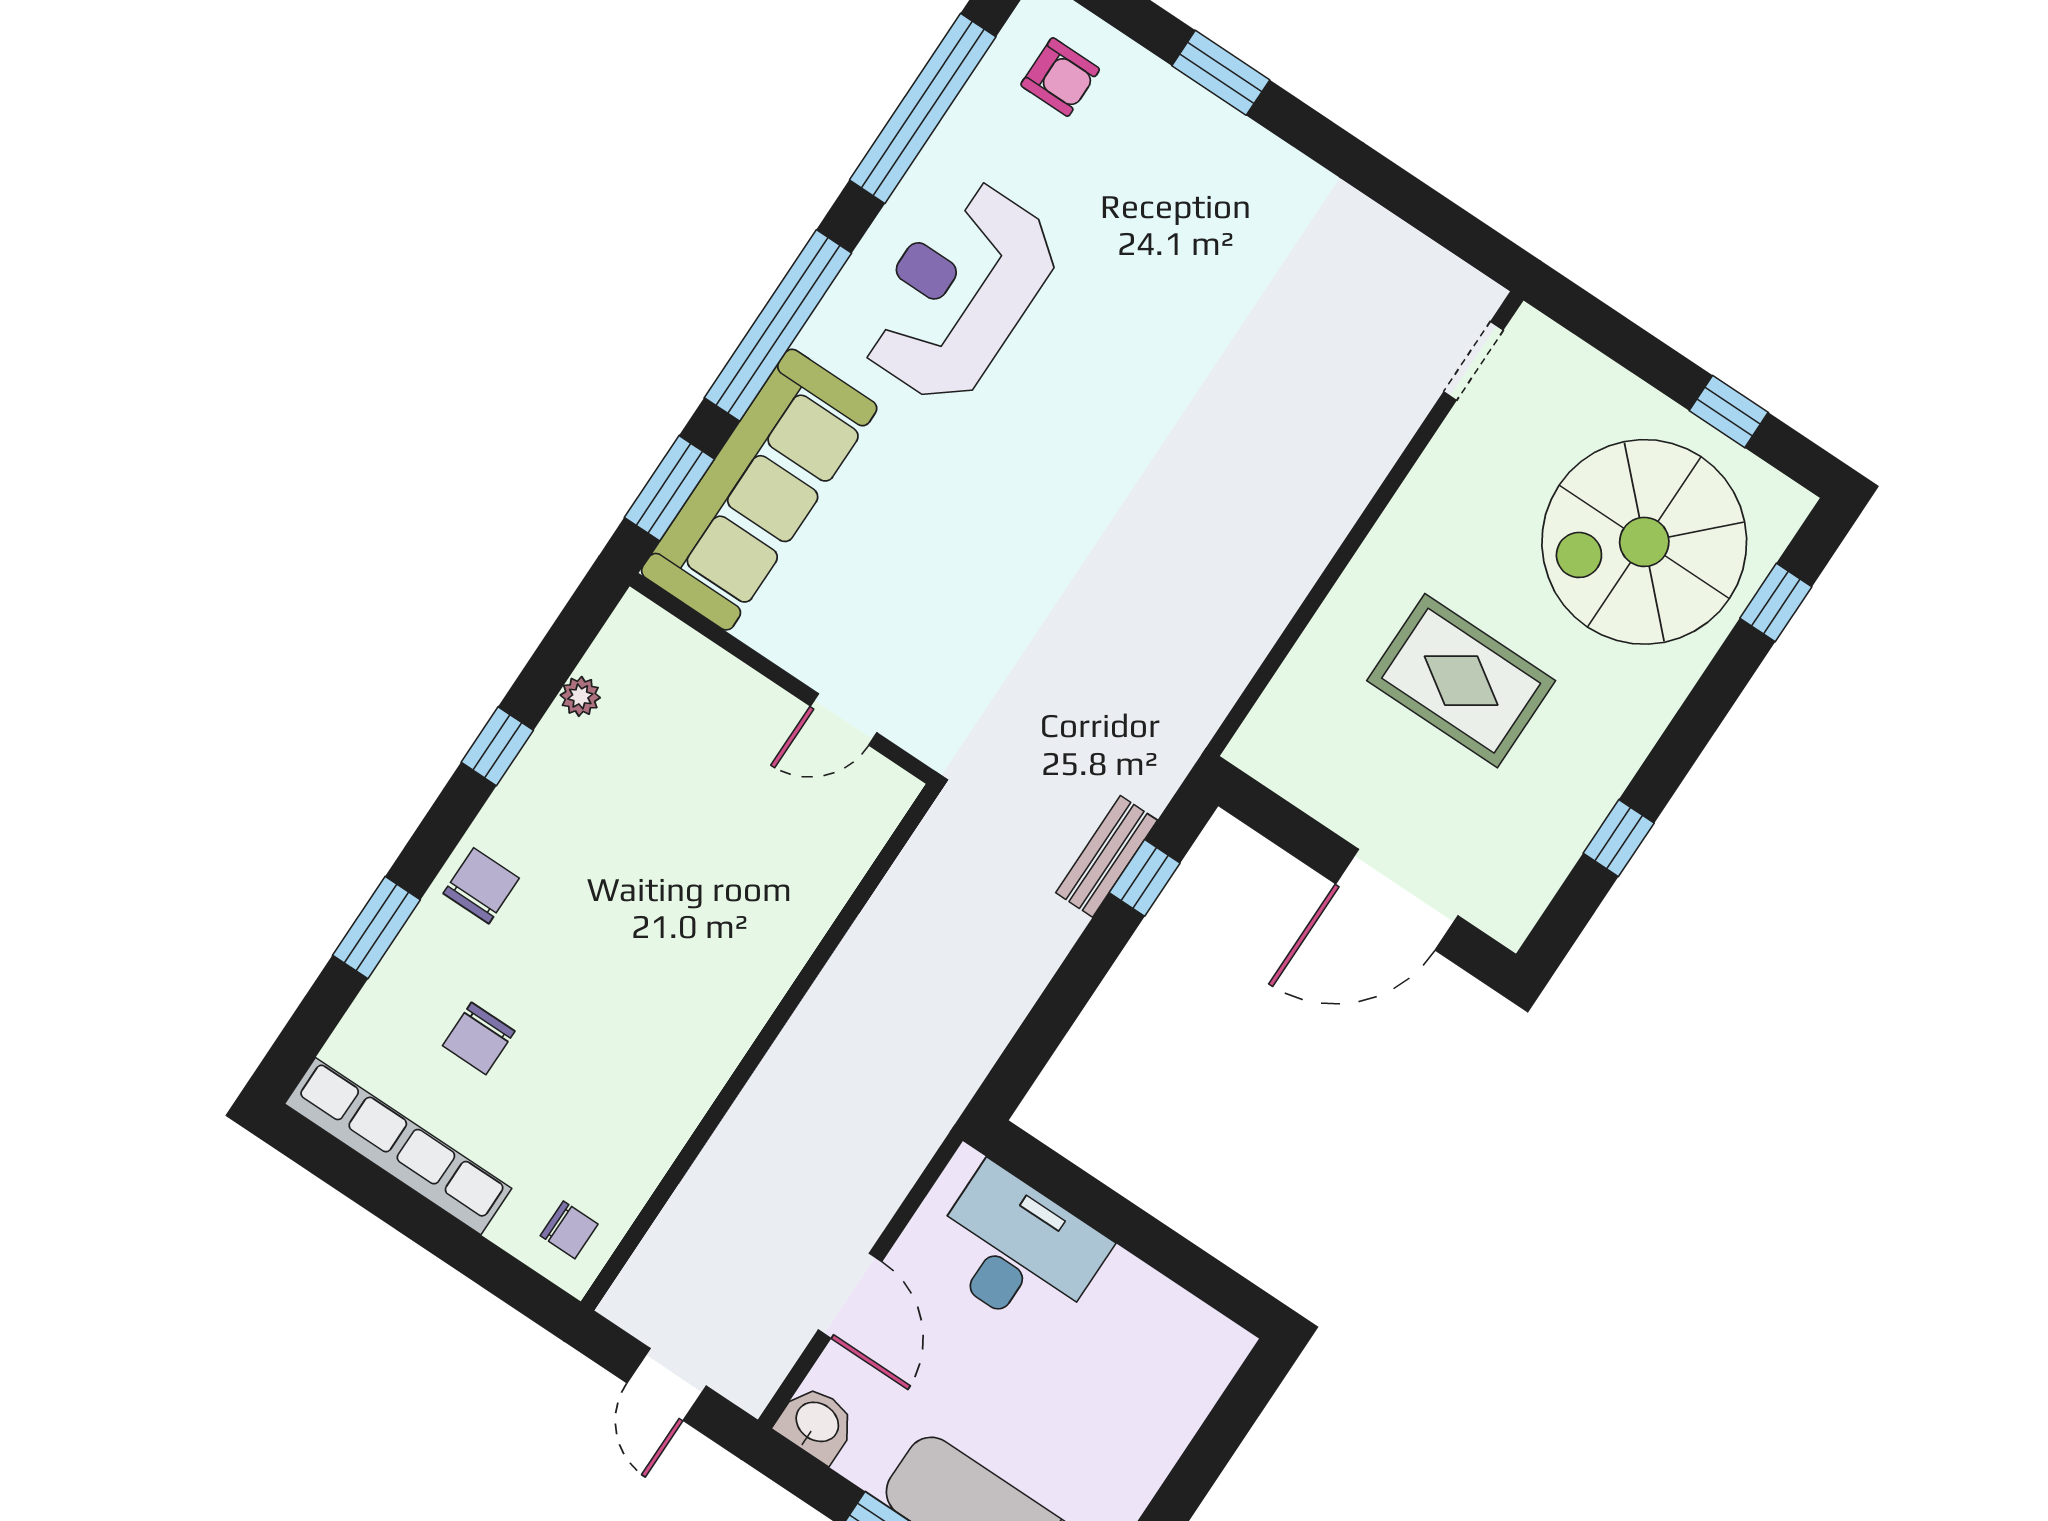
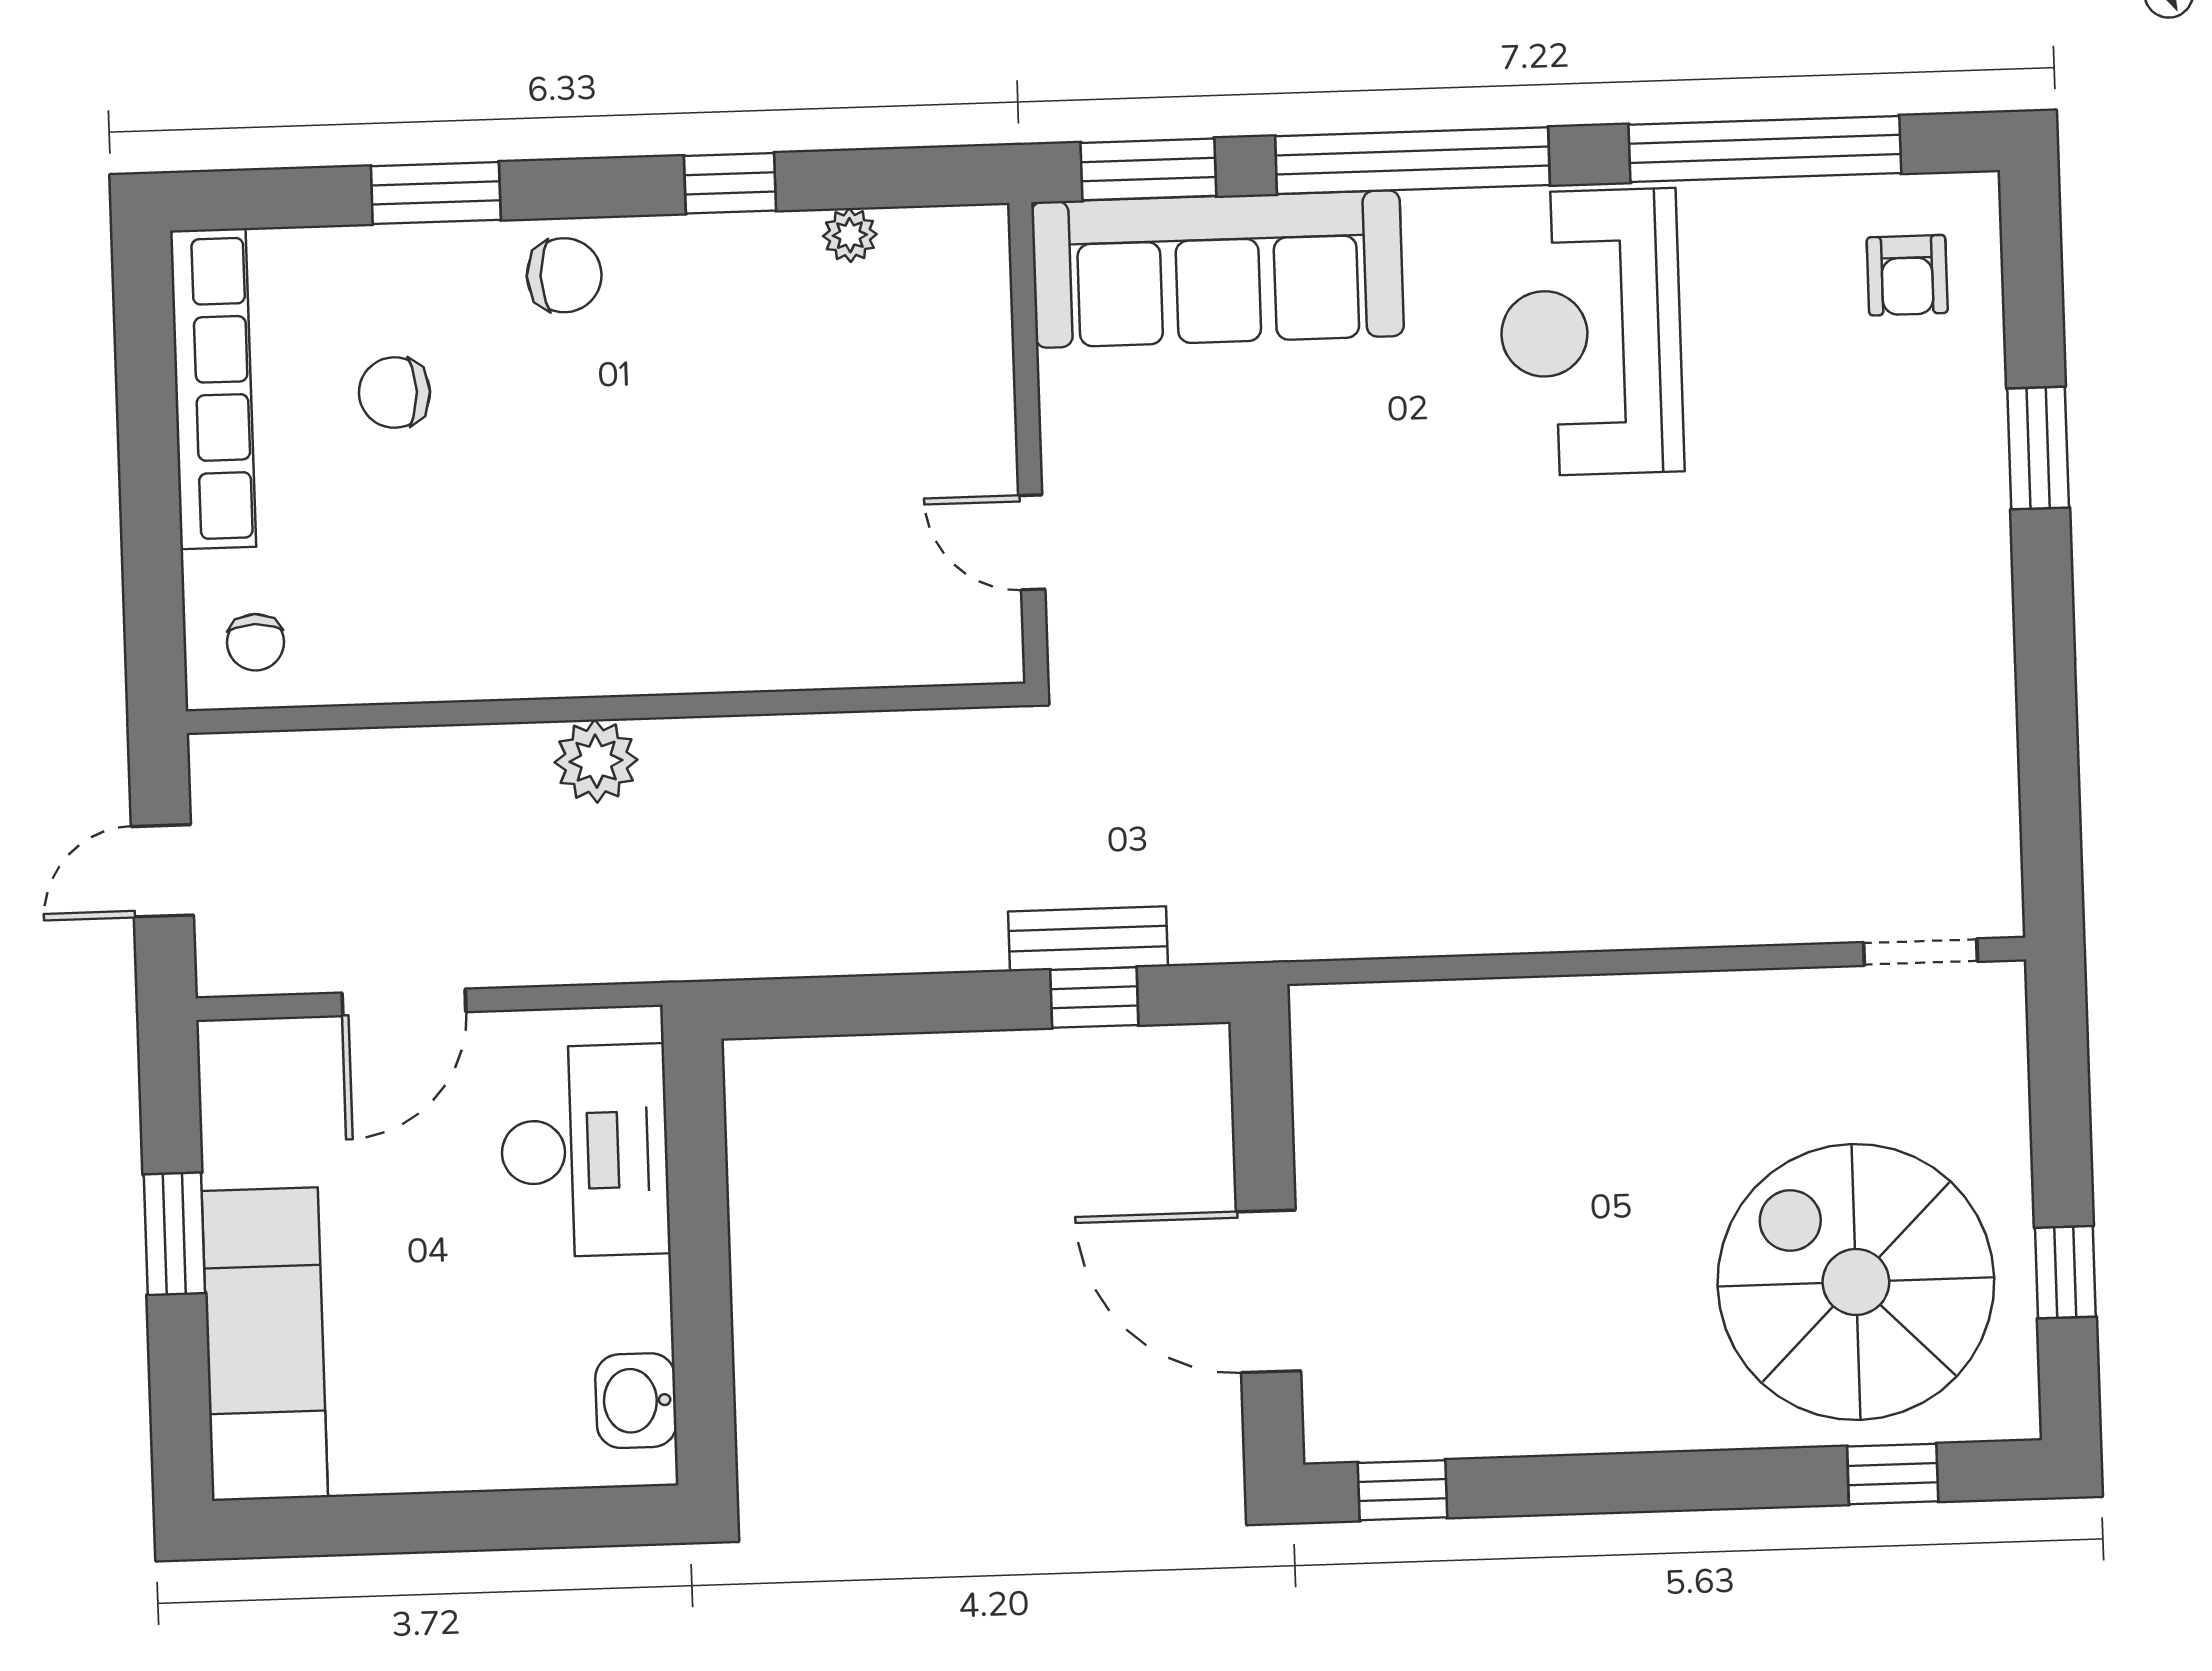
reception desk: (958, 292) -> (1591, 332), turned -90
rug: (1461, 681) -> (1560, 1190), removed
window: (1619, 838) -> (1403, 1490), moved
plant: (788, 1076) -> (596, 761), added
washbasin: (816, 1423) -> (636, 1401), moved, turned 180

